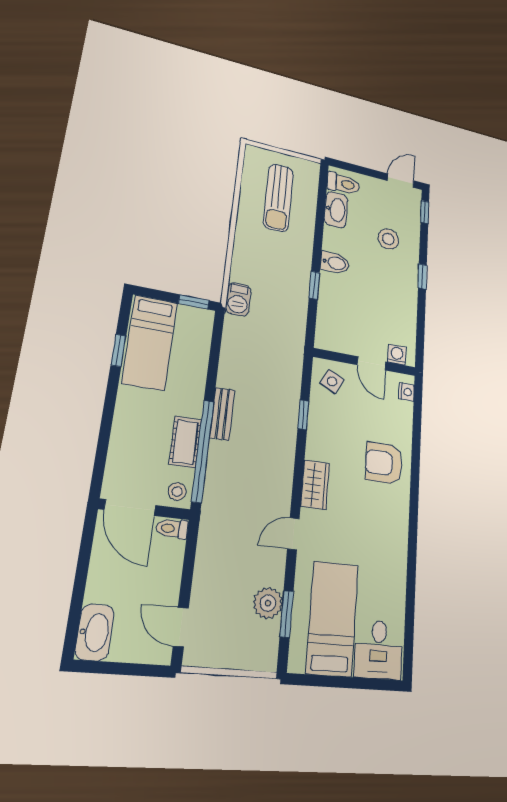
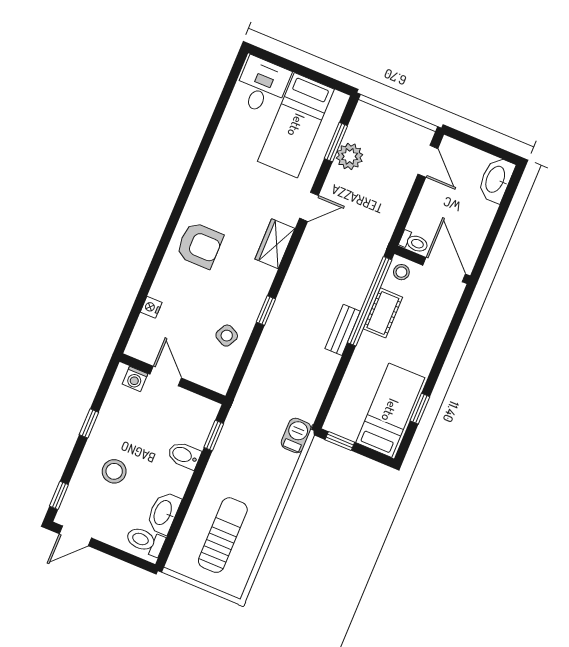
washing machine: (397, 355) -> (135, 379), moved
wall: (365, 362) -> (172, 379), moved
door: (372, 363) -> (166, 376), moved

